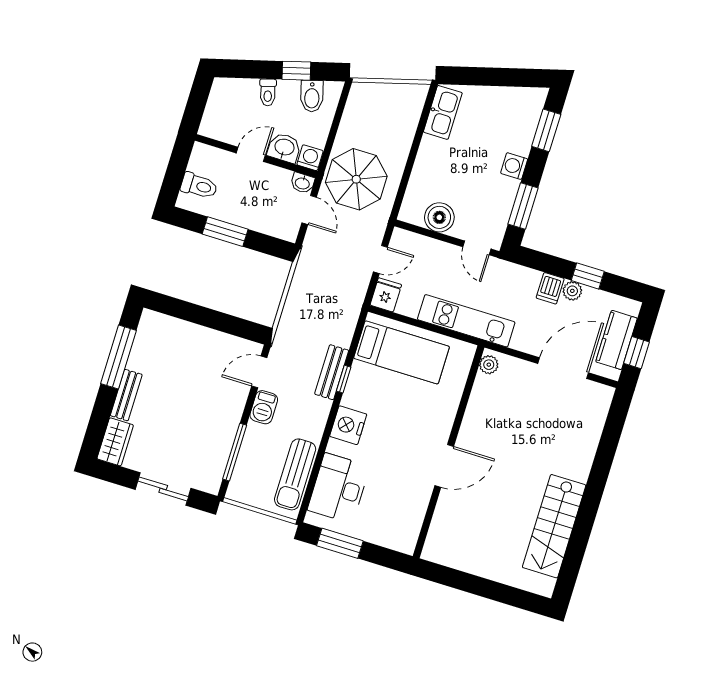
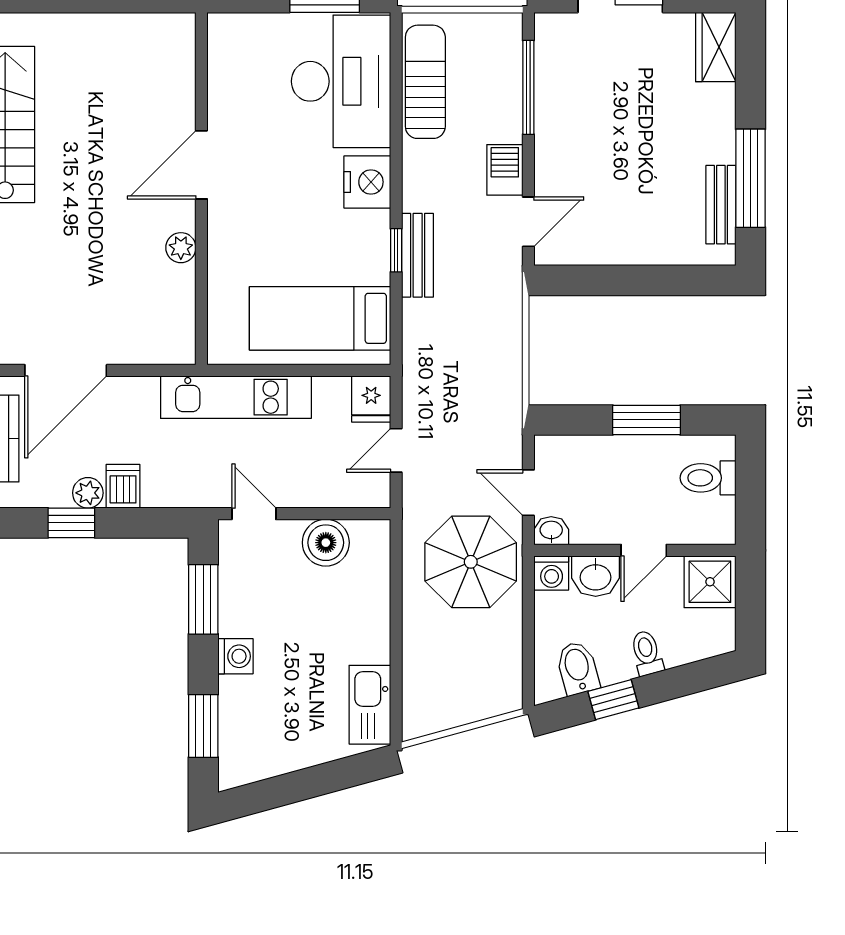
shower: (217, 123) -> (710, 582), added
plant: (489, 365) -> (181, 248), moved
bench: (126, 395) -> (721, 205), moved
desk: (339, 488) -> (341, 81), width x1.36, depth x1.30

